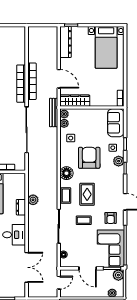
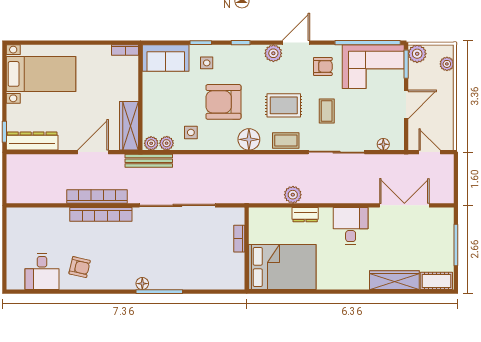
plant: (119, 161) -> (273, 53), moved

